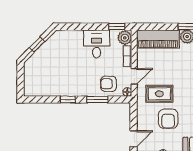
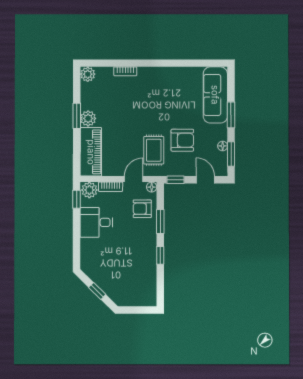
door: (134, 76) -> (134, 179), hinge flipped
armchair: (108, 84) -> (142, 209), turned 90
window: (134, 113) -> (176, 180), added

